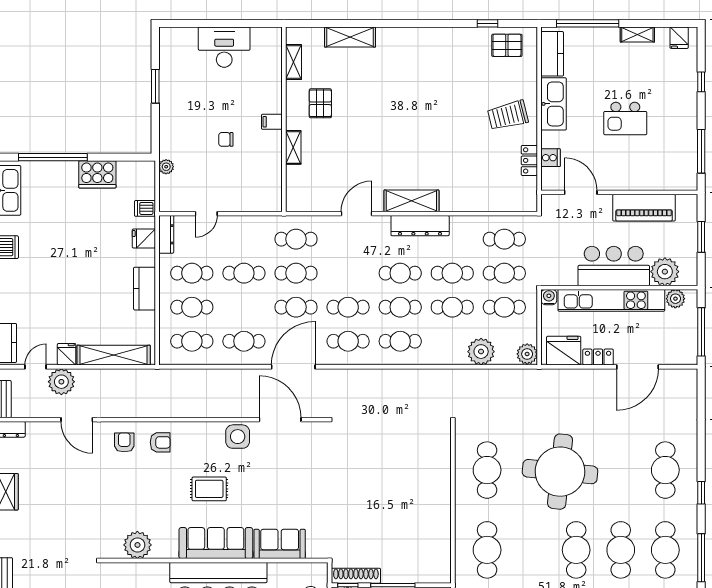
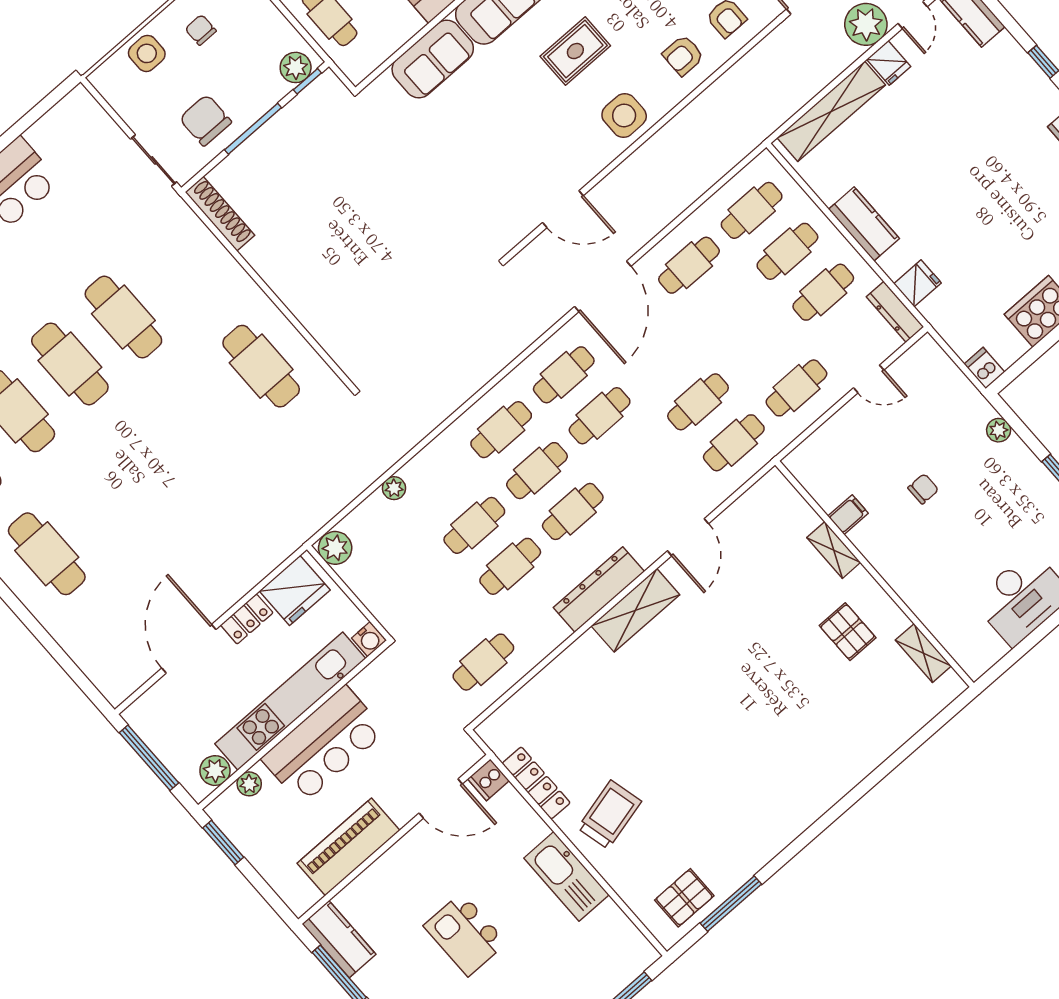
window: (487, 23) -> (731, 904), width x2.17
shelving: (350, 37) -> (882, 743), removed
kitchen counter: (552, 54) -> (339, 939), moved, turned 180
kitchen island: (625, 118) -> (465, 934), turned -90
filing cabinet: (272, 122) -> (848, 515), moved
cooker: (551, 158) -> (488, 780), moved
locker: (529, 160) -> (536, 783), width x1.53
plant: (166, 167) -> (999, 430), moved
dishwasher: (145, 208) -> (984, 368), moved, turned -90
door: (206, 214) -> (869, 379), swing flipped
window: (701, 237) -> (223, 842), moved
plant: (665, 272) -> (249, 784), width x0.53, depth x0.53
cafe table: (244, 273) -> (796, 388), moved
cafe table: (504, 273) -> (448, 621), removed
cafe table: (296, 307) -> (662, 361), removed
cafe table: (504, 307) -> (412, 580), removed
plant: (481, 352) -> (394, 488), width x0.53, depth x0.53
door: (280, 420) -> (563, 209), width x0.73
side table: (238, 437) -> (624, 115), moved
round table: (560, 472) -> (172, 441), removed
cafe table: (487, 550) -> (123, 317), moved
shoe rack: (356, 576) -> (220, 214), moved, turned -90

